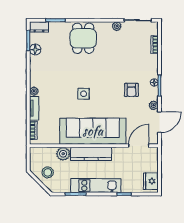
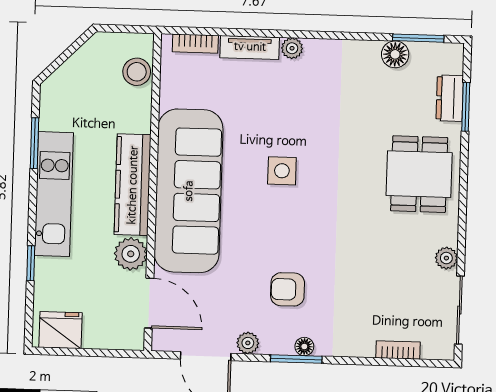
dresser: (39, 27) -> (450, 98), moved
dining table: (83, 38) -> (419, 174), turned 90
plant: (63, 154) -> (131, 254), moved
stool: (48, 172) -> (137, 72), moved

